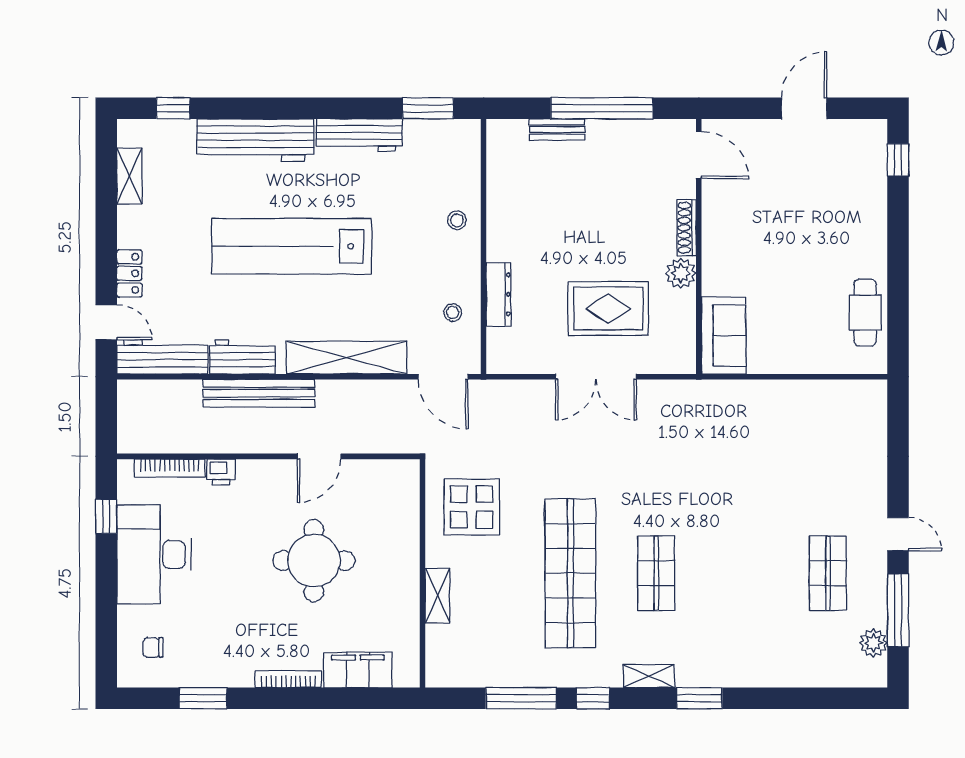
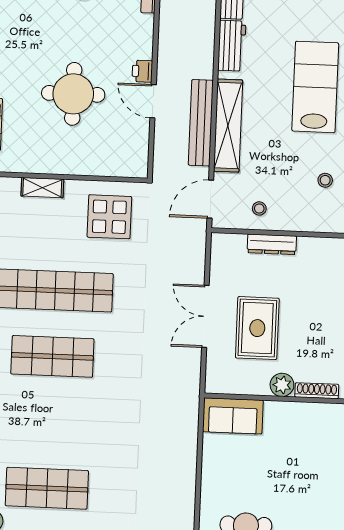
stool: (457, 220) -> (325, 180), moved
lab bench: (292, 246) -> (315, 87), width x0.73
bench: (259, 393) -> (201, 123), moved
printer: (221, 472) -> (142, 71), moved
shop shelf: (656, 573) -> (52, 356), width x1.43, depth x1.36
shop shelf: (828, 573) -> (47, 488), width x1.43, depth x1.36

